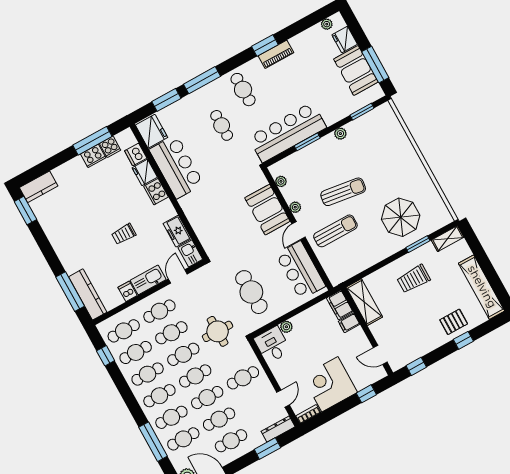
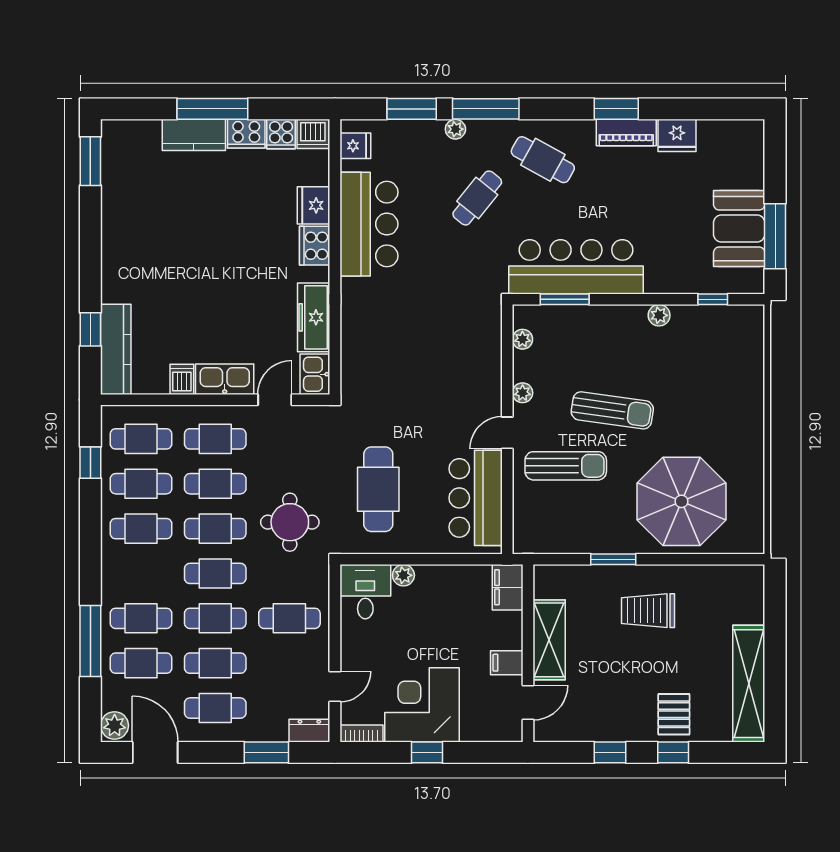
plant: (327, 24) -> (455, 129), moved
fridge: (345, 40) -> (677, 135), moved, turned -90
cafe table: (243, 90) -> (543, 160), turned -60
window: (362, 112) -> (713, 299), width x0.67
cafe table: (222, 125) -> (477, 198), turned 39
fridge: (152, 131) -> (355, 146), width x0.53, depth x0.75
window: (92, 141) -> (212, 109), moved
window: (307, 142) -> (565, 299), moved
dishwasher: (136, 154) -> (313, 134), moved, turned -90
kitchen counter: (39, 187) -> (194, 135), moved
booth: (267, 210) -> (476, 372), removed
parasol: (401, 217) -> (682, 501), width x1.36, depth x1.36
freezer: (177, 231) -> (314, 317), width x1.40
trolley: (124, 234) -> (226, 285), removed
shelving: (448, 239) -> (738, 577), removed
window: (418, 244) -> (613, 559), moved
window: (70, 292) -> (90, 329), width x0.46
shelving: (364, 302) -> (549, 640), moved
pallet: (454, 322) -> (674, 714), turned 90
filing cabinet: (349, 323) -> (507, 663), moved
door: (380, 355) -> (528, 703), swing flipped
window: (416, 366) -> (610, 752), moved
window: (366, 394) -> (427, 752), moved
cafe table: (159, 396) -> (141, 573), removed
dresser: (278, 429) -> (309, 731), width x0.70

